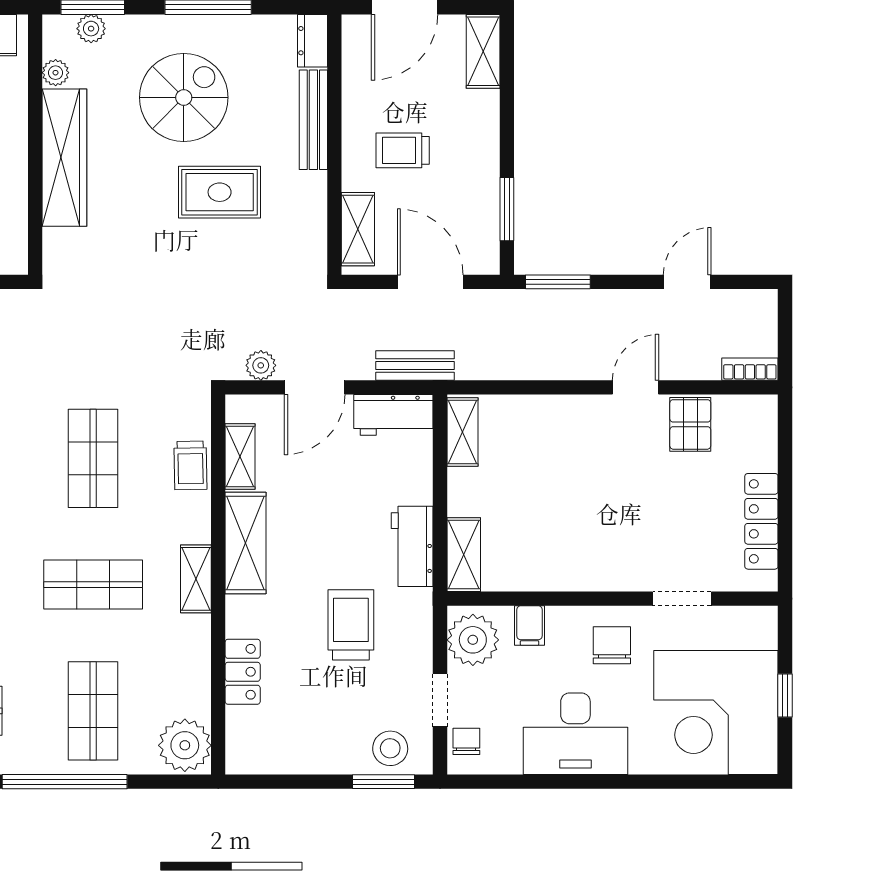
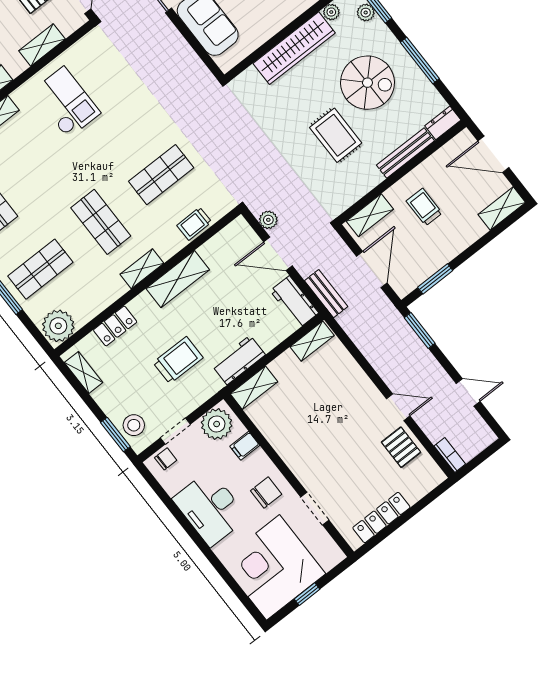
pallet: (690, 424) -> (401, 447), turned 90
shelving: (240, 457) -> (84, 372), moved, turned 90

